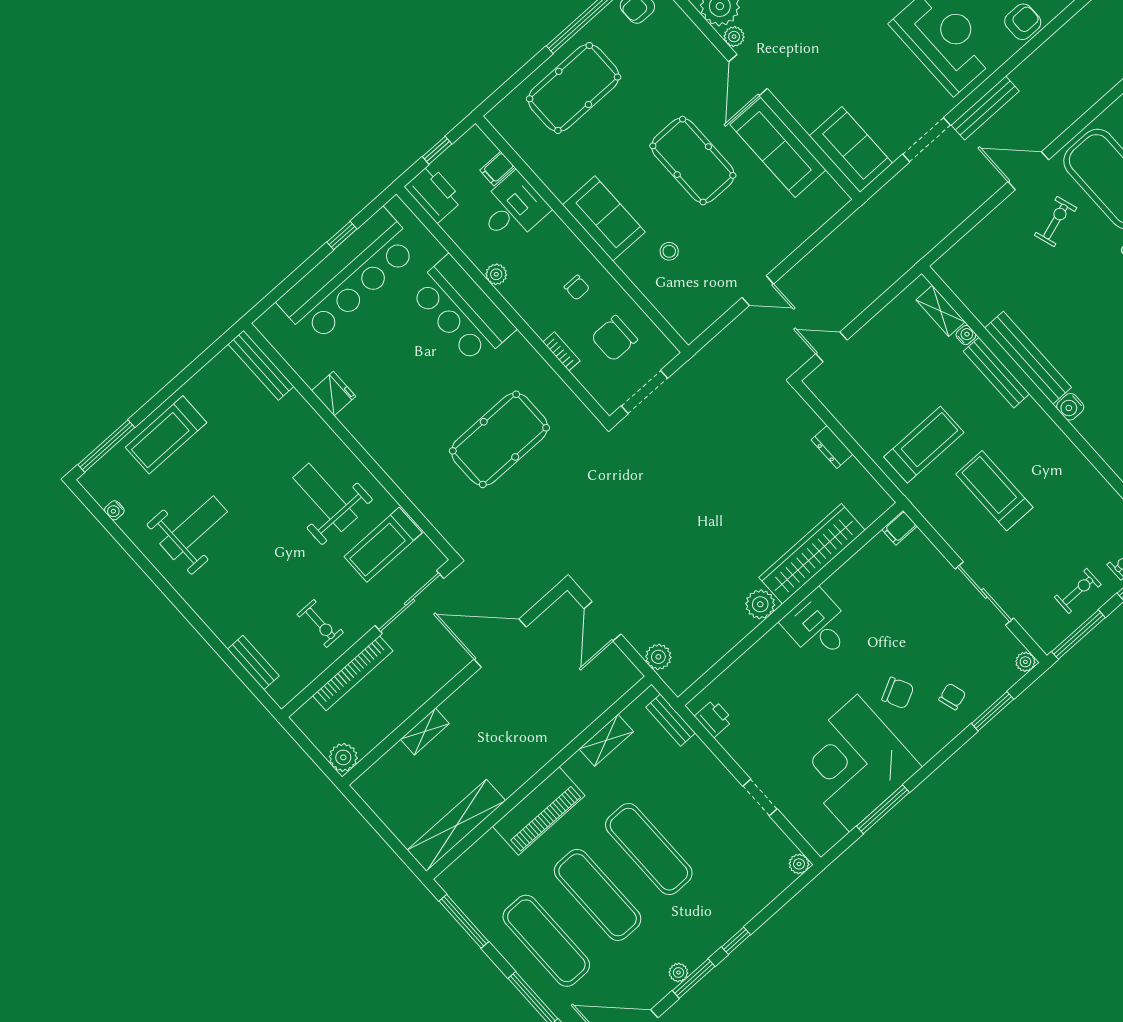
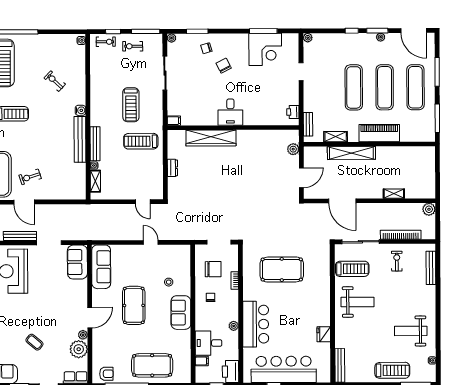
sofa: (778, 147) -> (101, 267), moved
weight bench: (325, 497) -> (358, 302), turned -90
plant: (760, 604) -> (243, 136), removed
bench: (253, 662) -> (431, 268), width x1.36
corner desk: (853, 763) -> (265, 49), width x0.74, depth x0.74
shelving: (456, 825) -> (351, 153), moved

